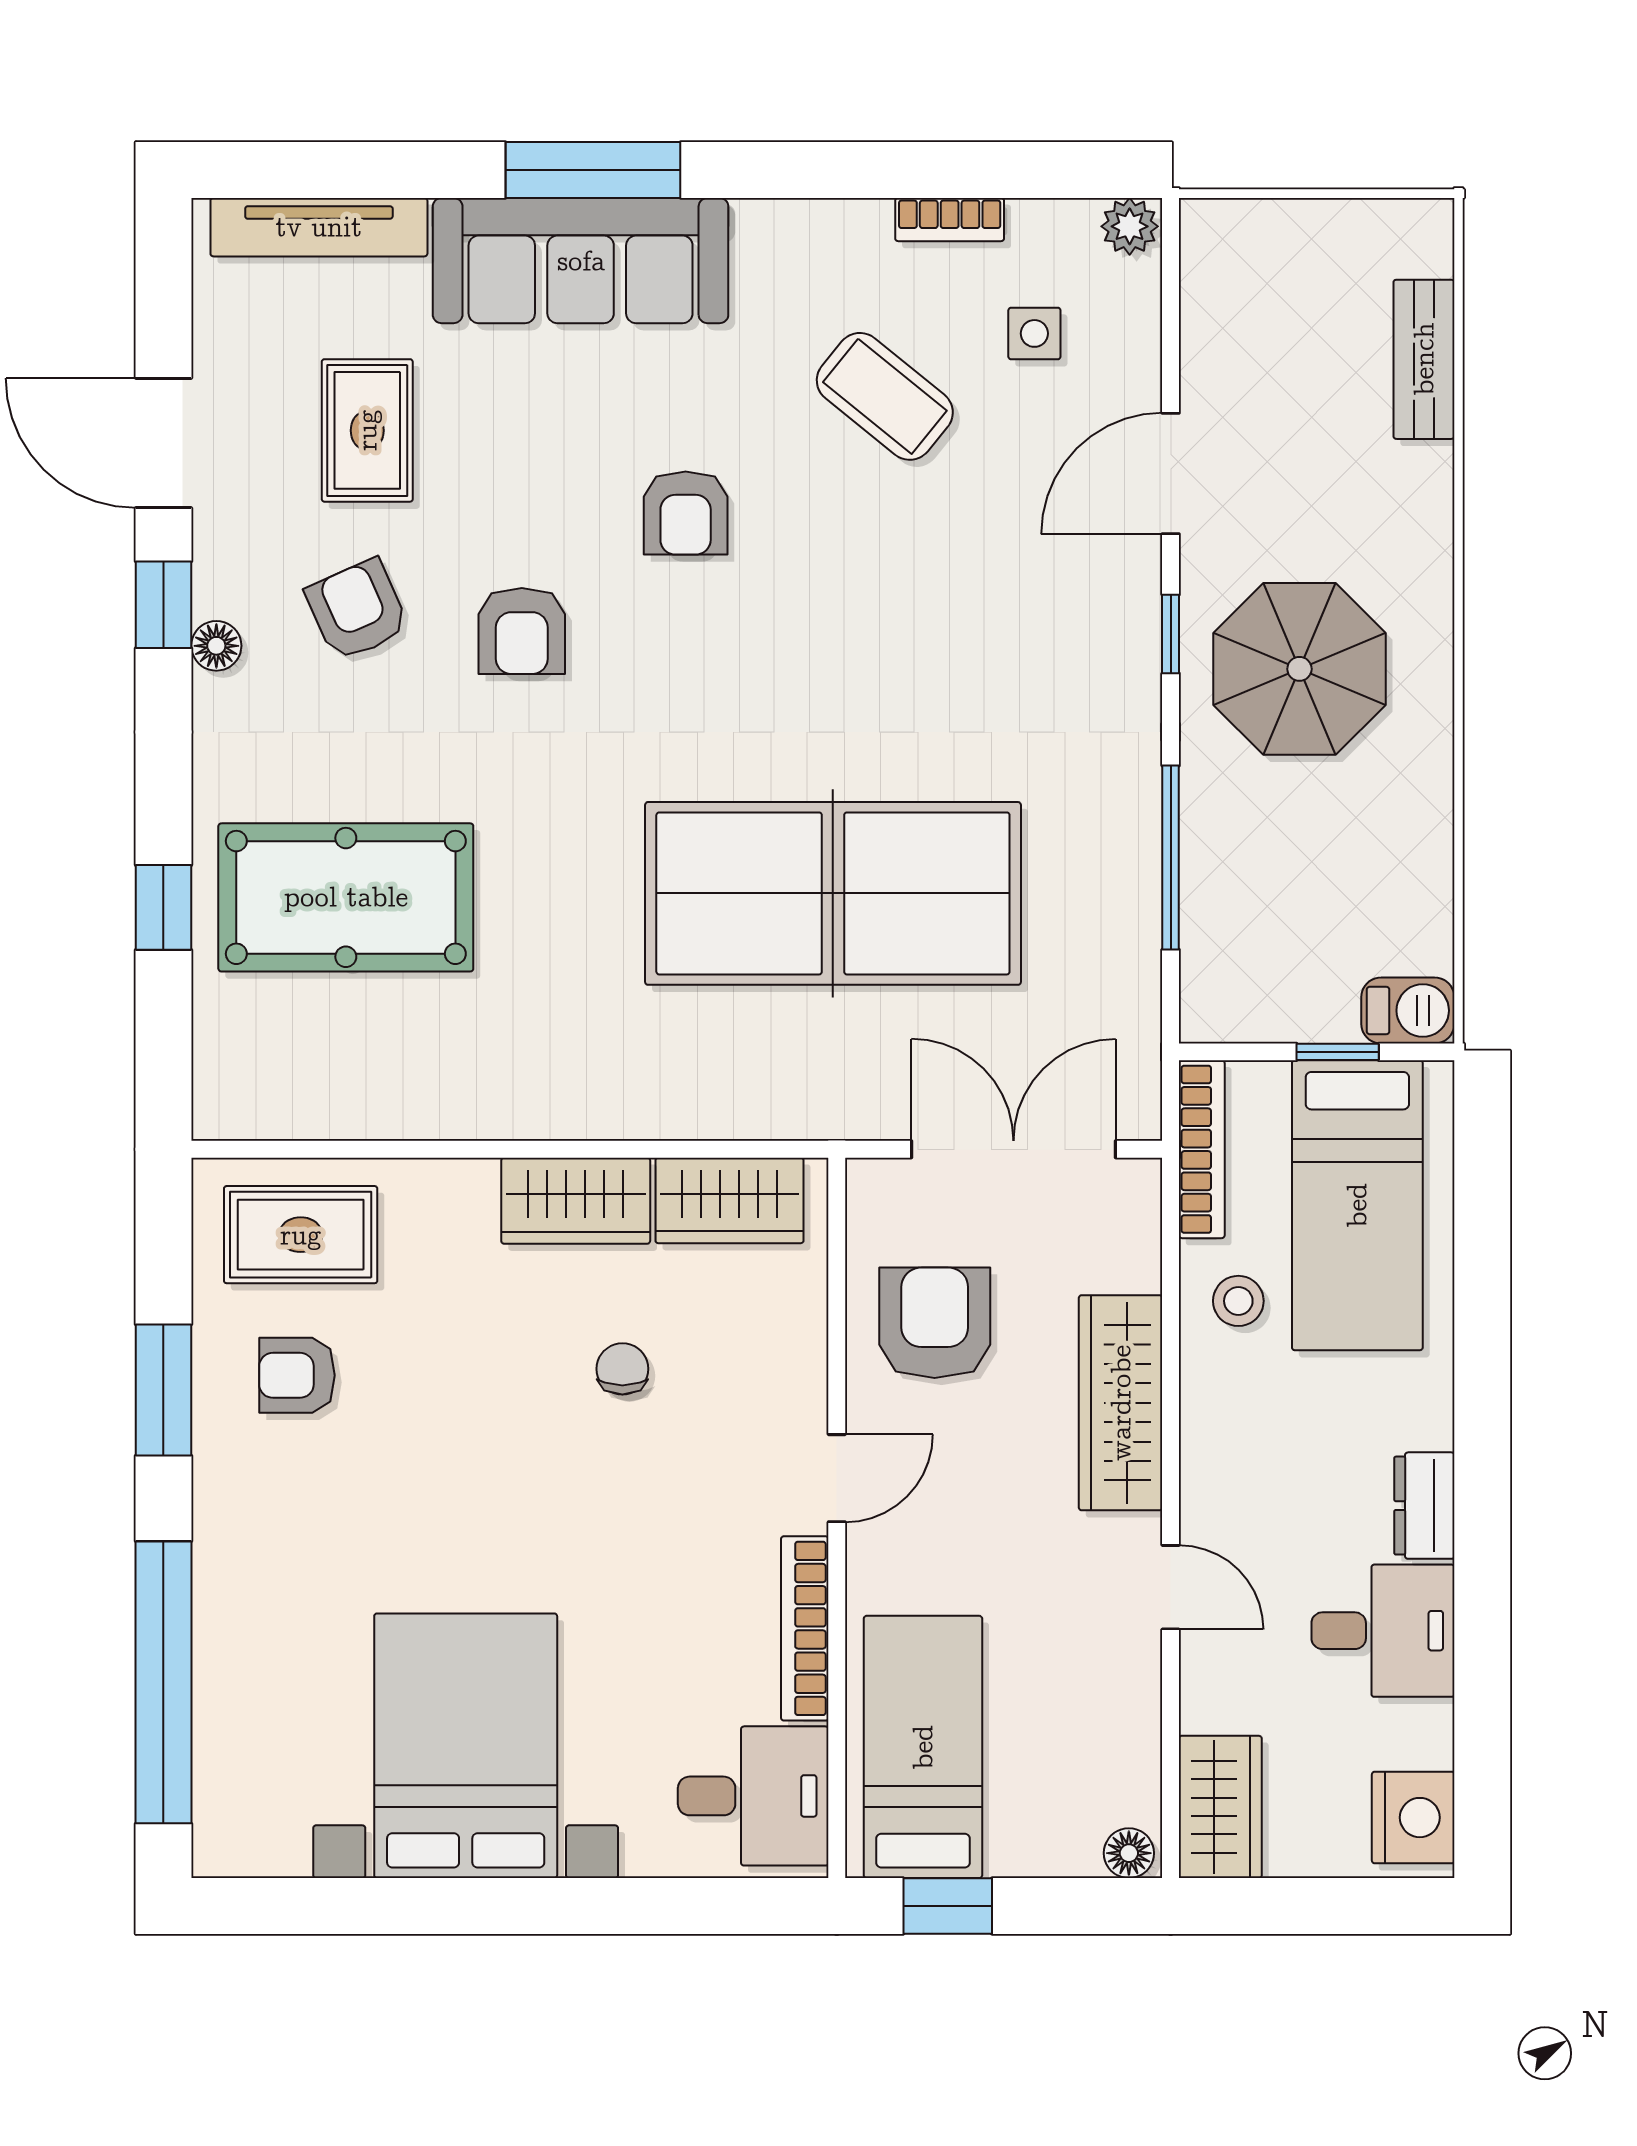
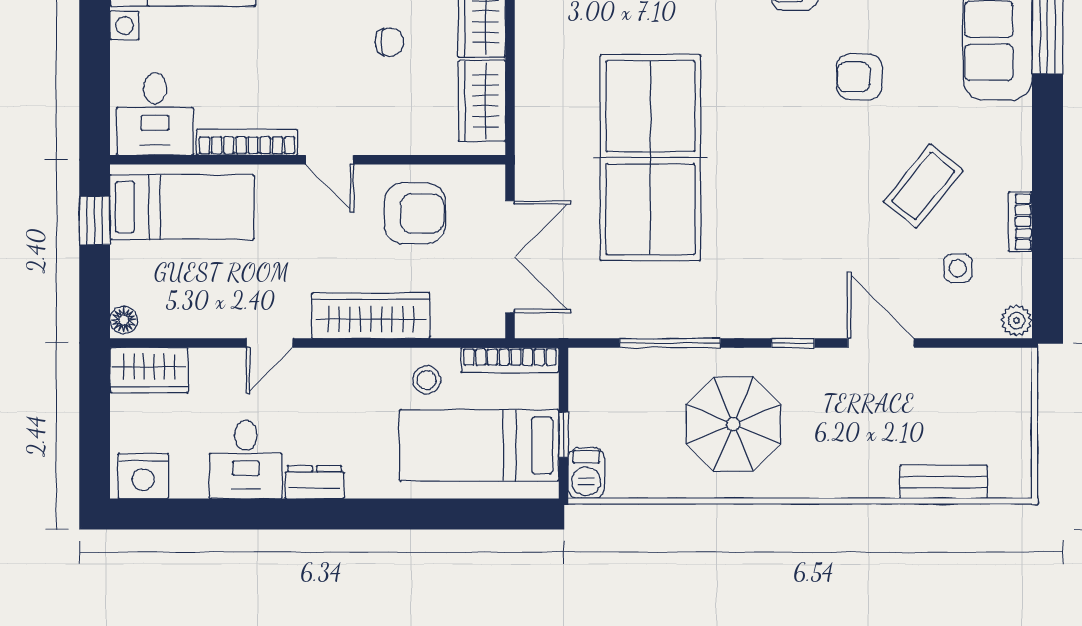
parasol: (1299, 669) -> (733, 424), moved

